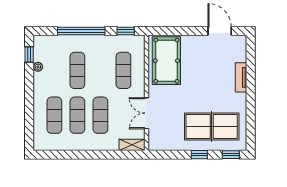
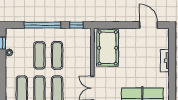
exercise mat: (123, 70) -> (57, 55), moved

